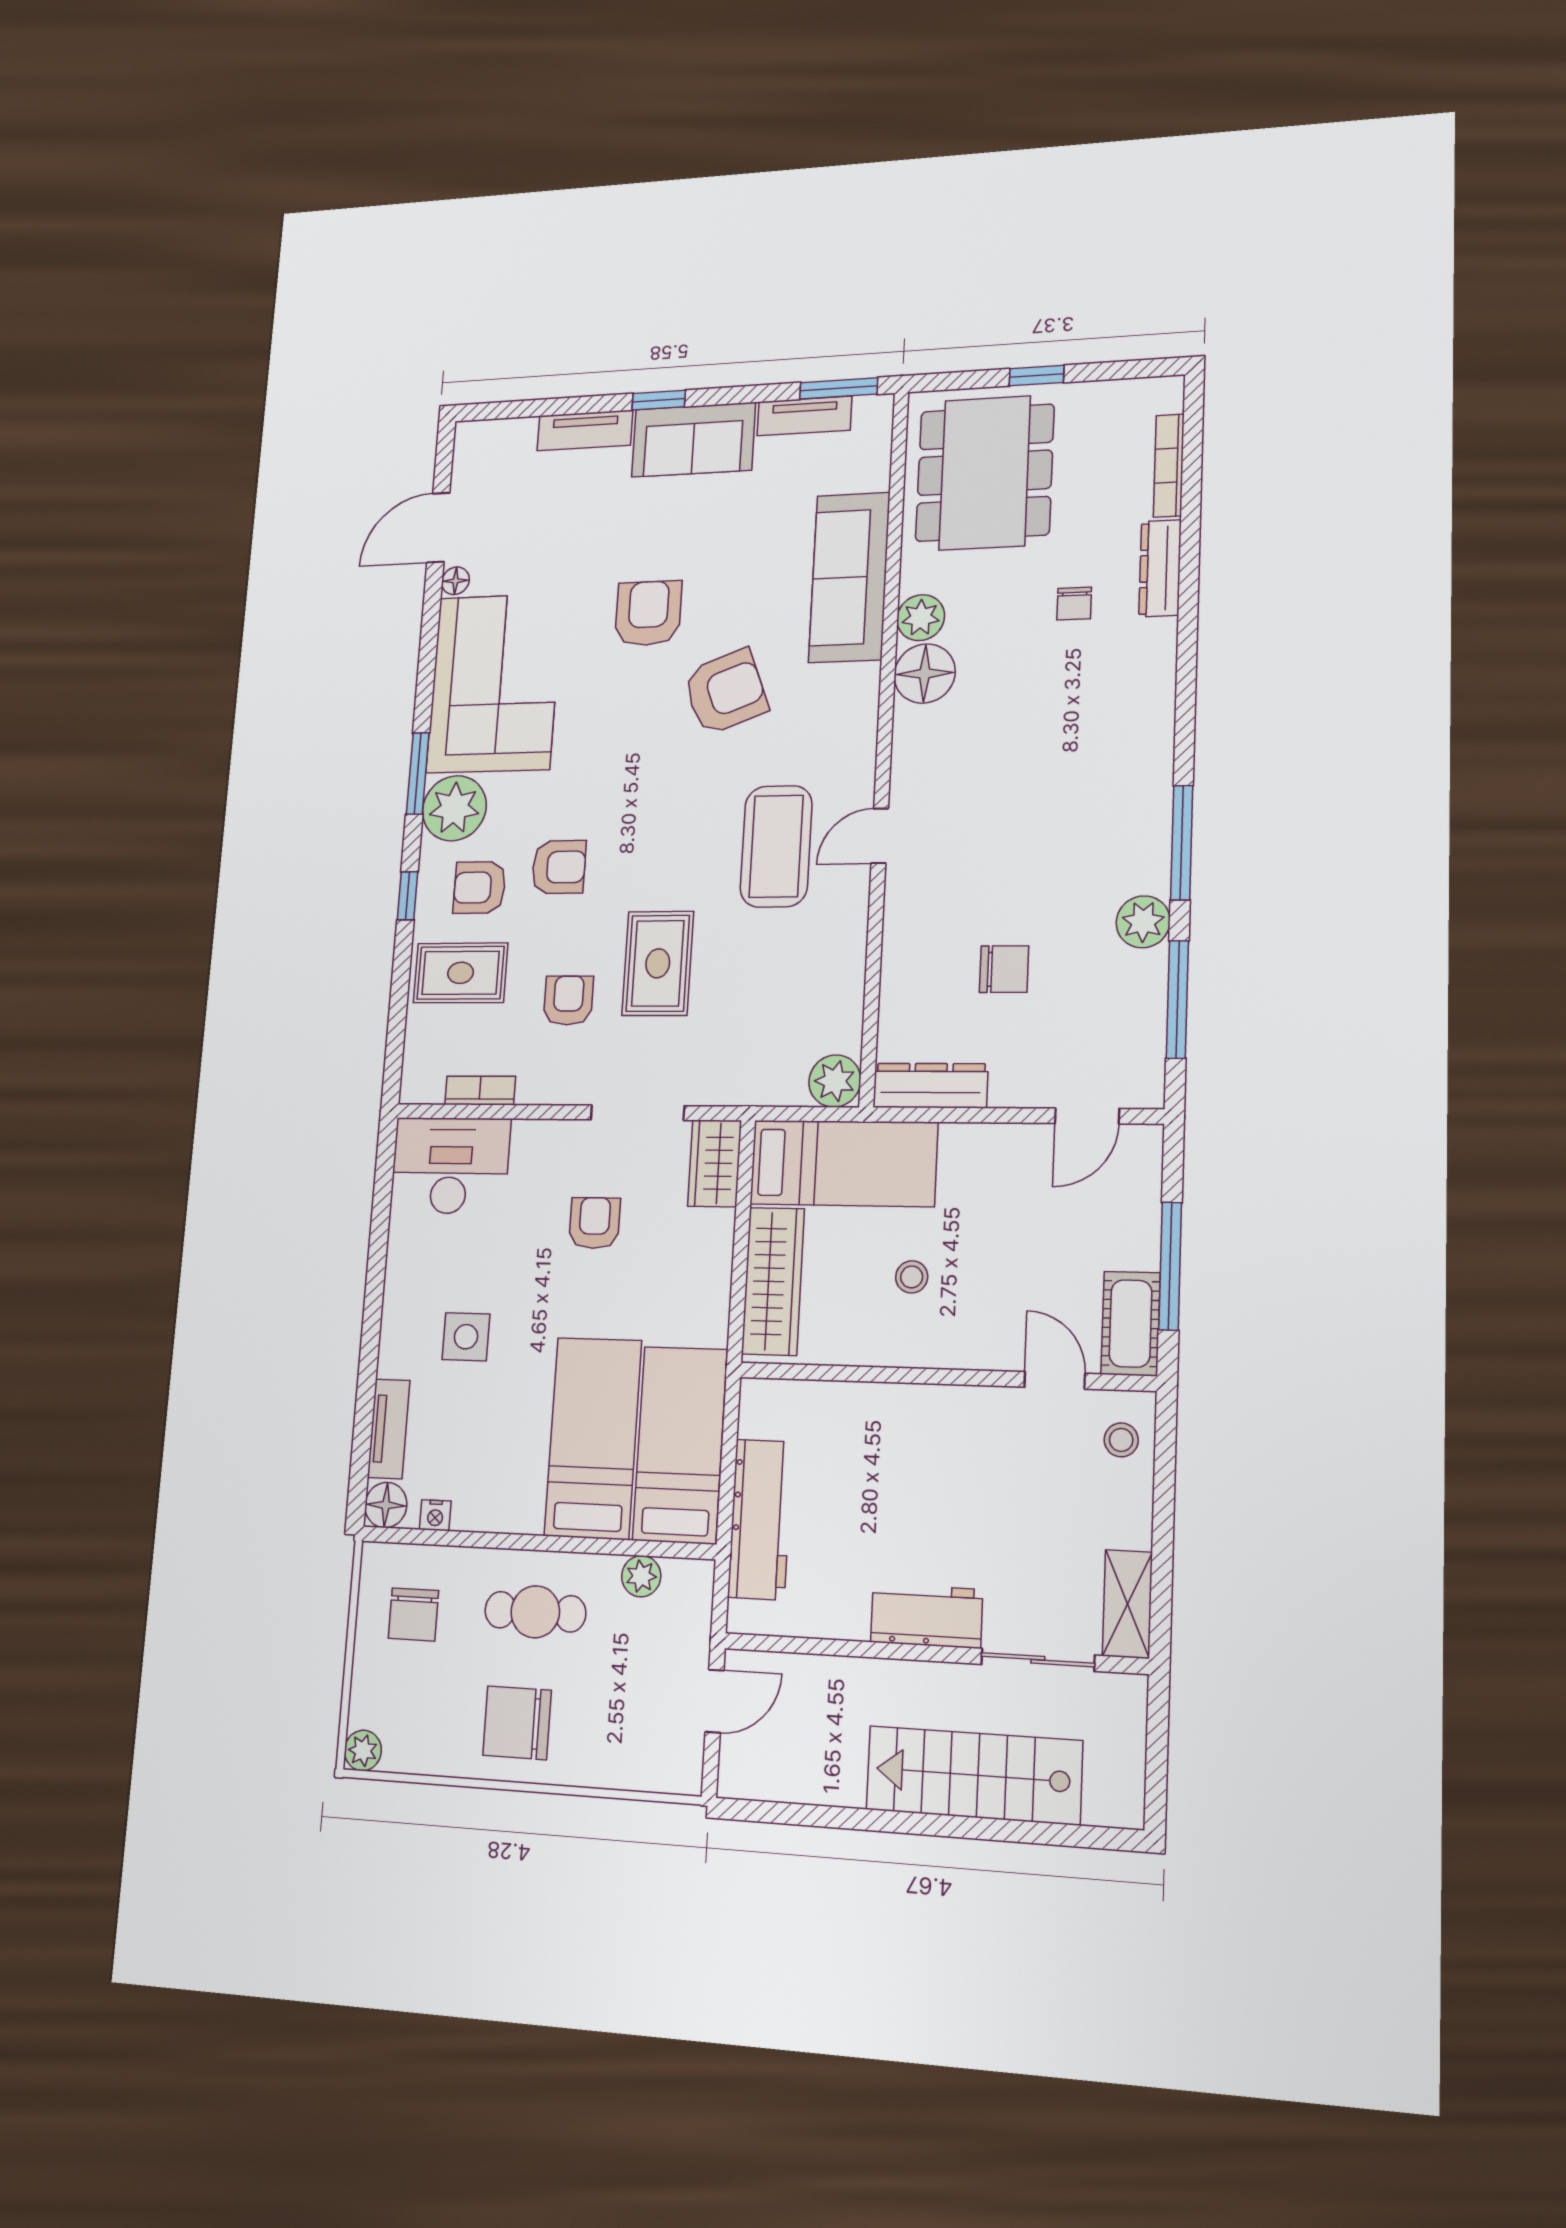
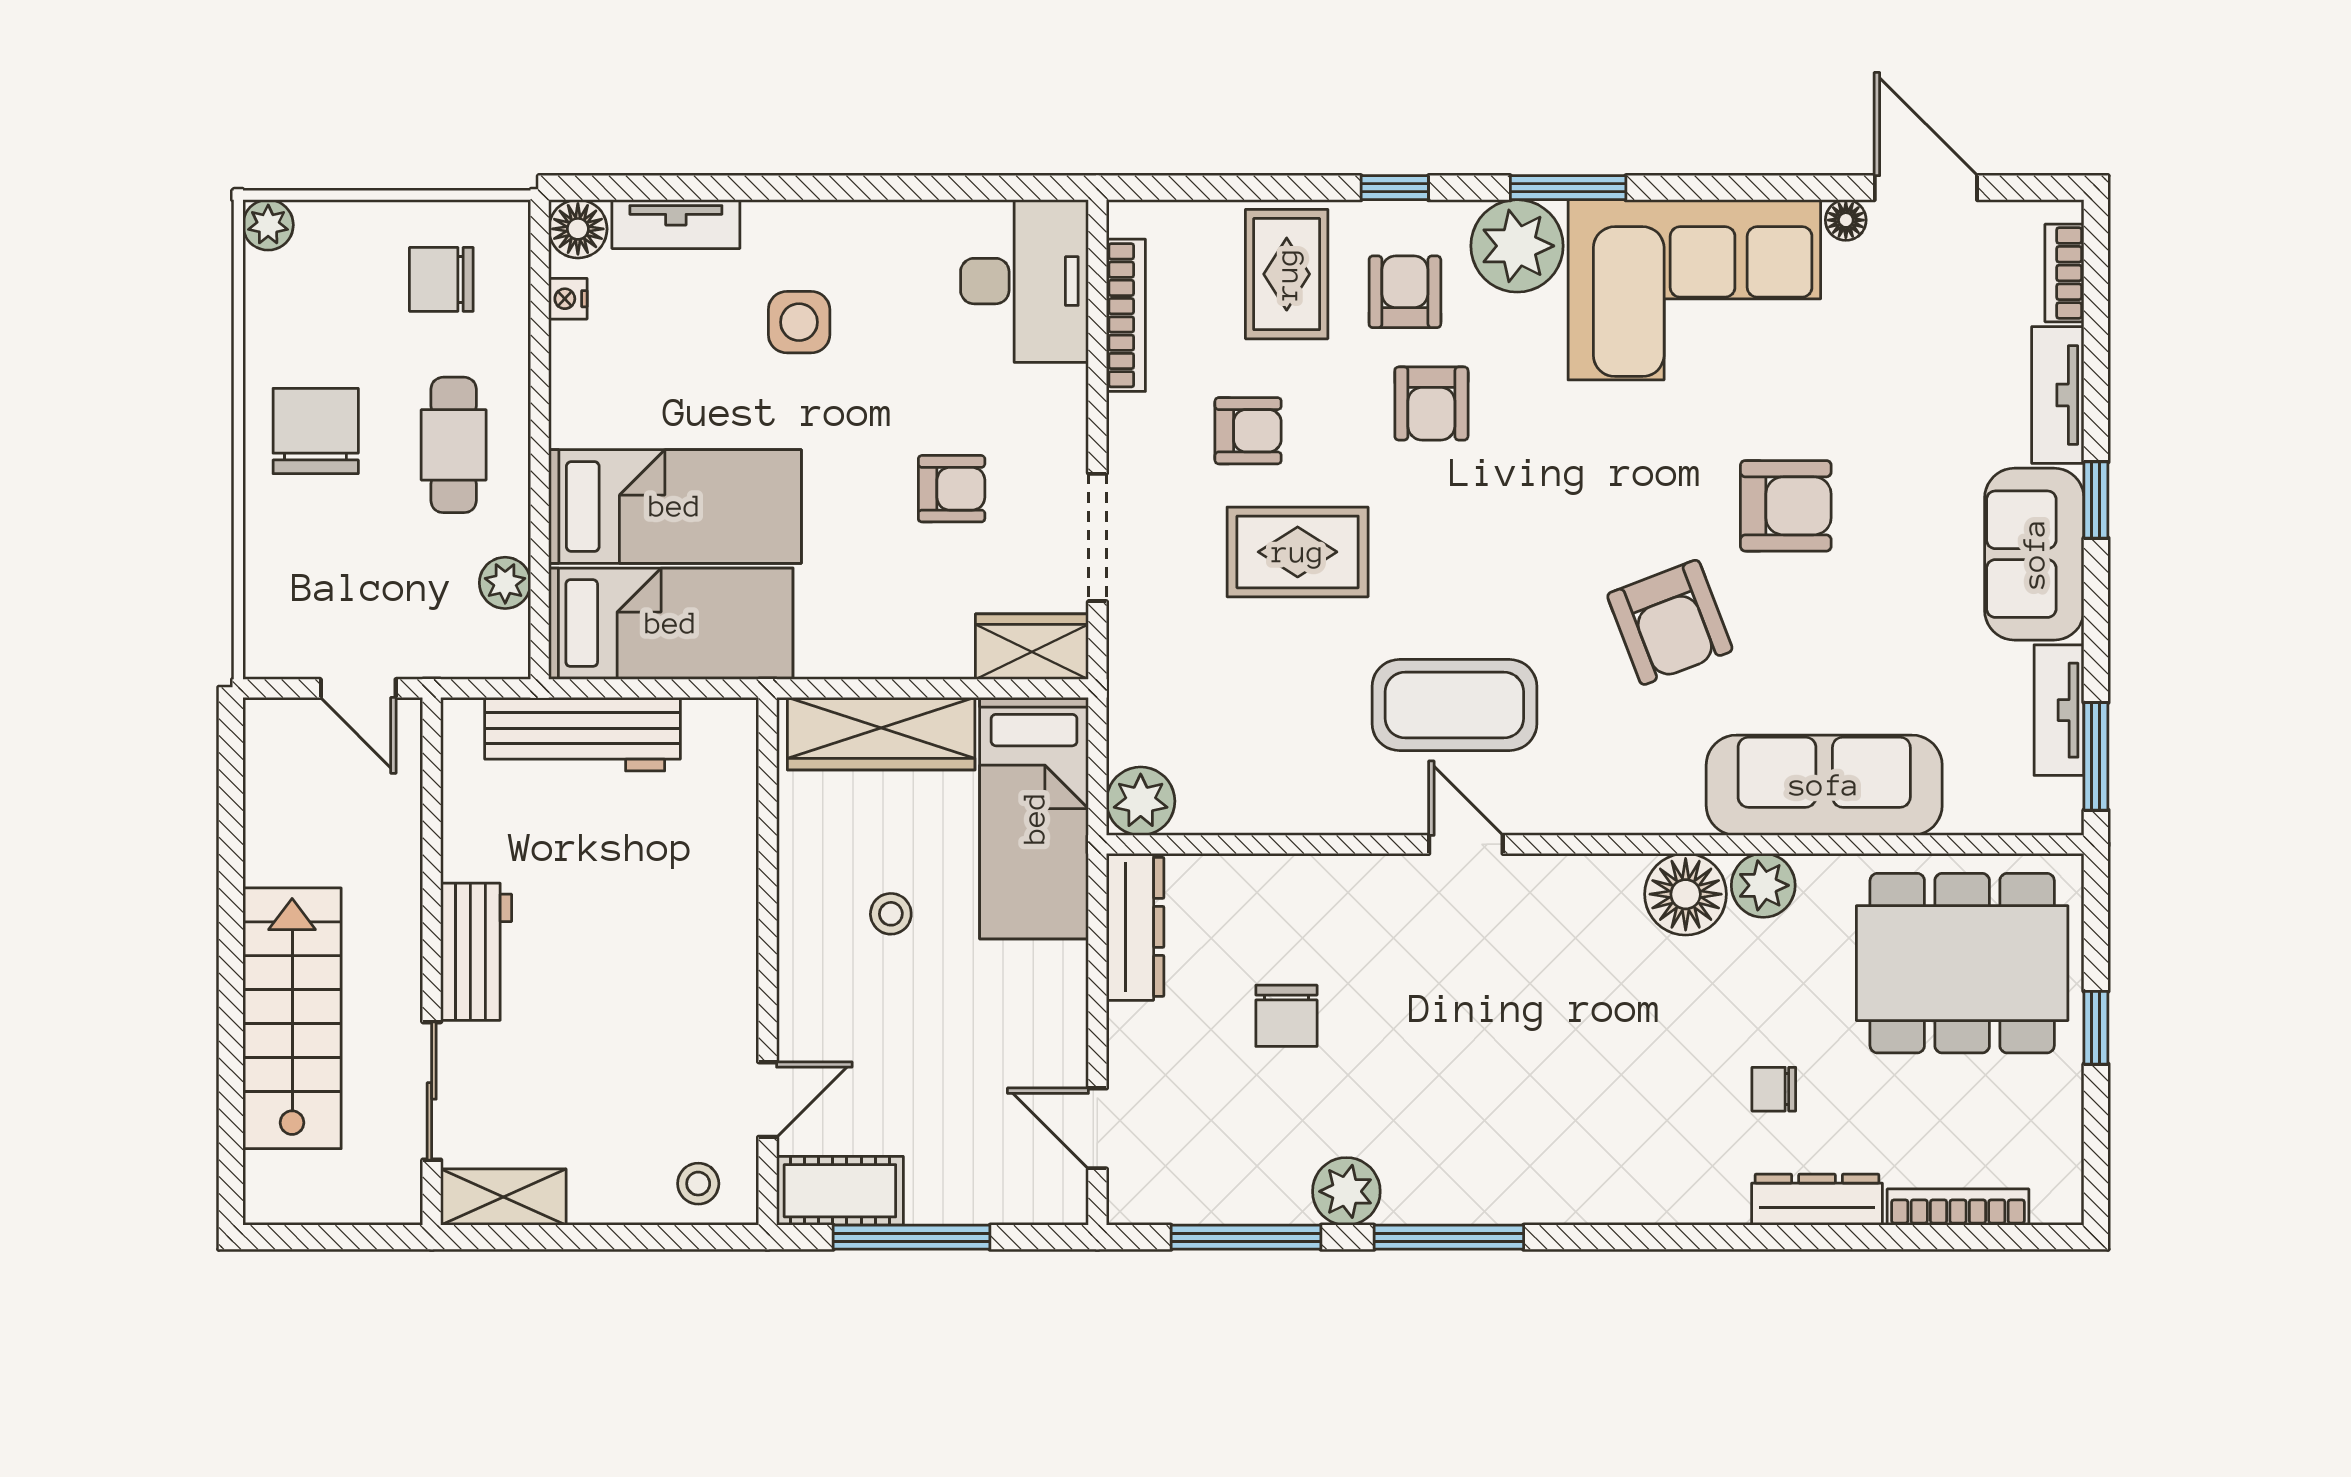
bookcase: (503, 431) -> (2064, 273), added
bookcase: (480, 1091) -> (1126, 315), width x1.56

